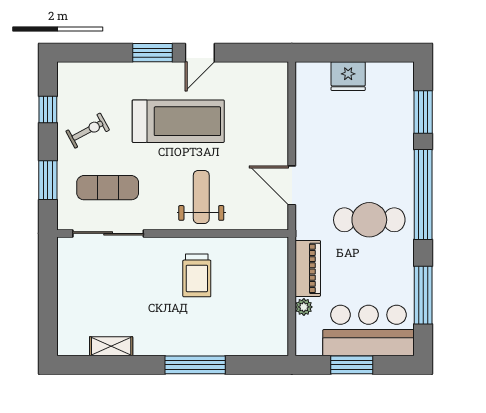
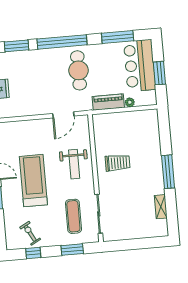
exercise bike: (88, 131) -> (30, 233), moved
weight bench: (201, 197) -> (74, 164), turned -90
window: (195, 365) -> (168, 172), moved

